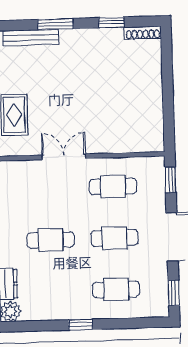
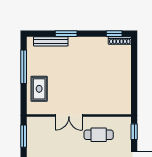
window: (111, 22) -> (114, 34), moved
double door: (64, 157) -> (69, 116), swing flipped

